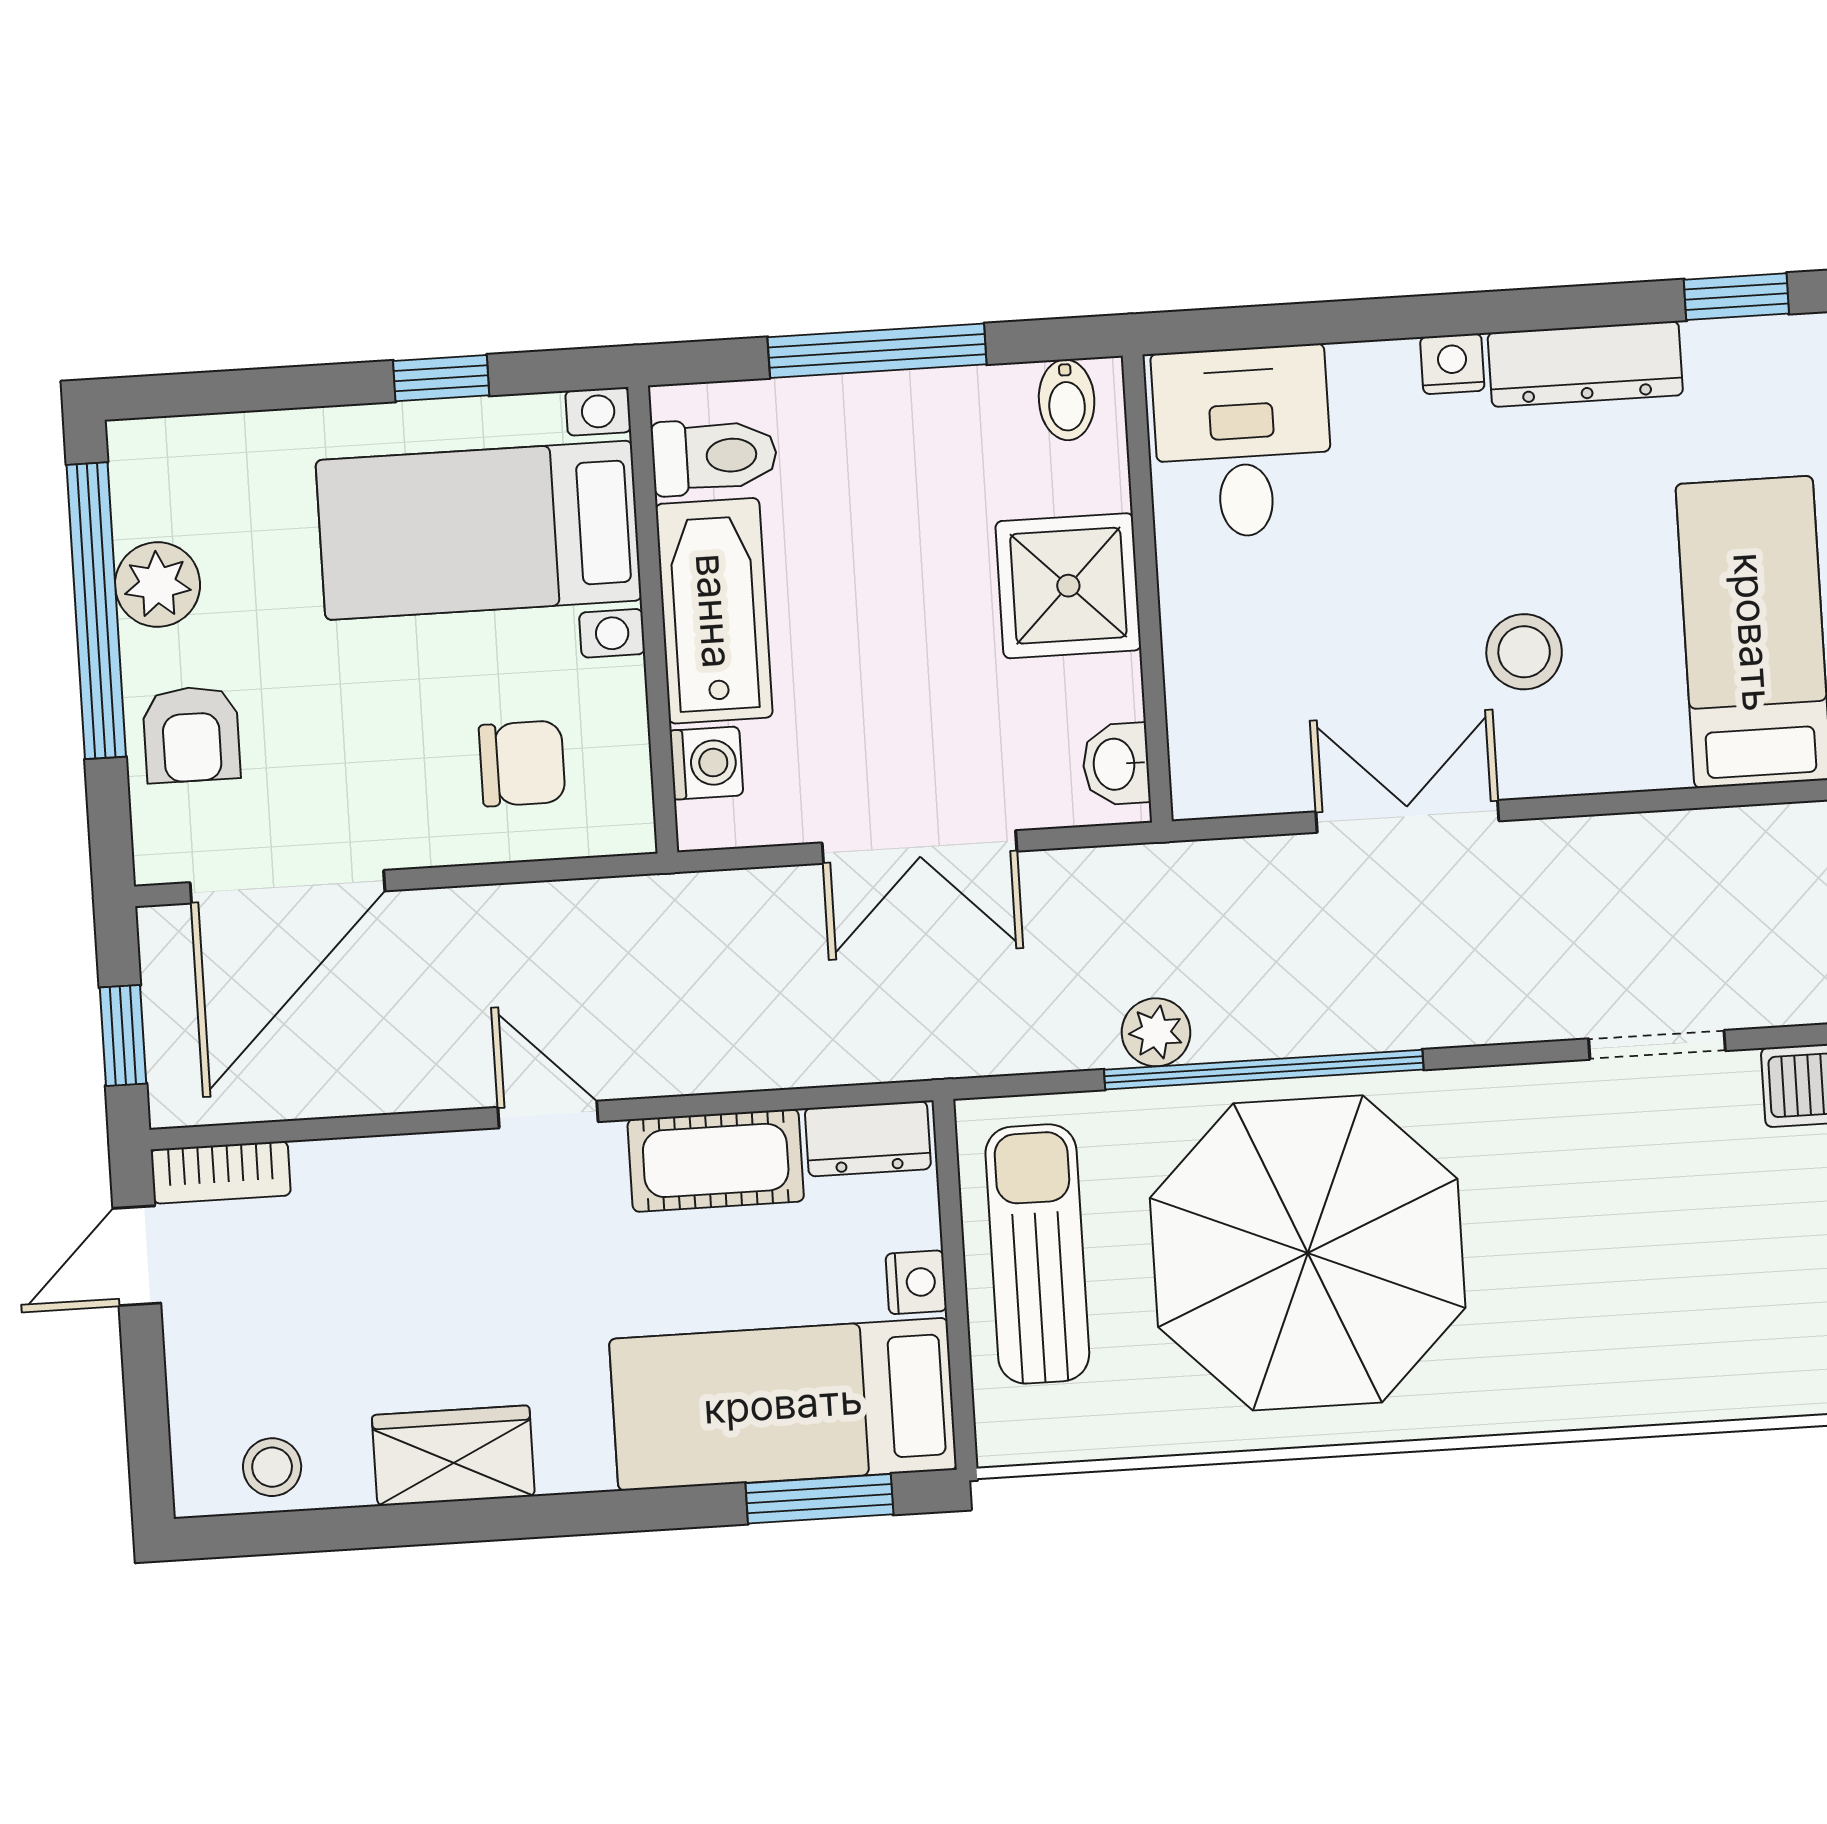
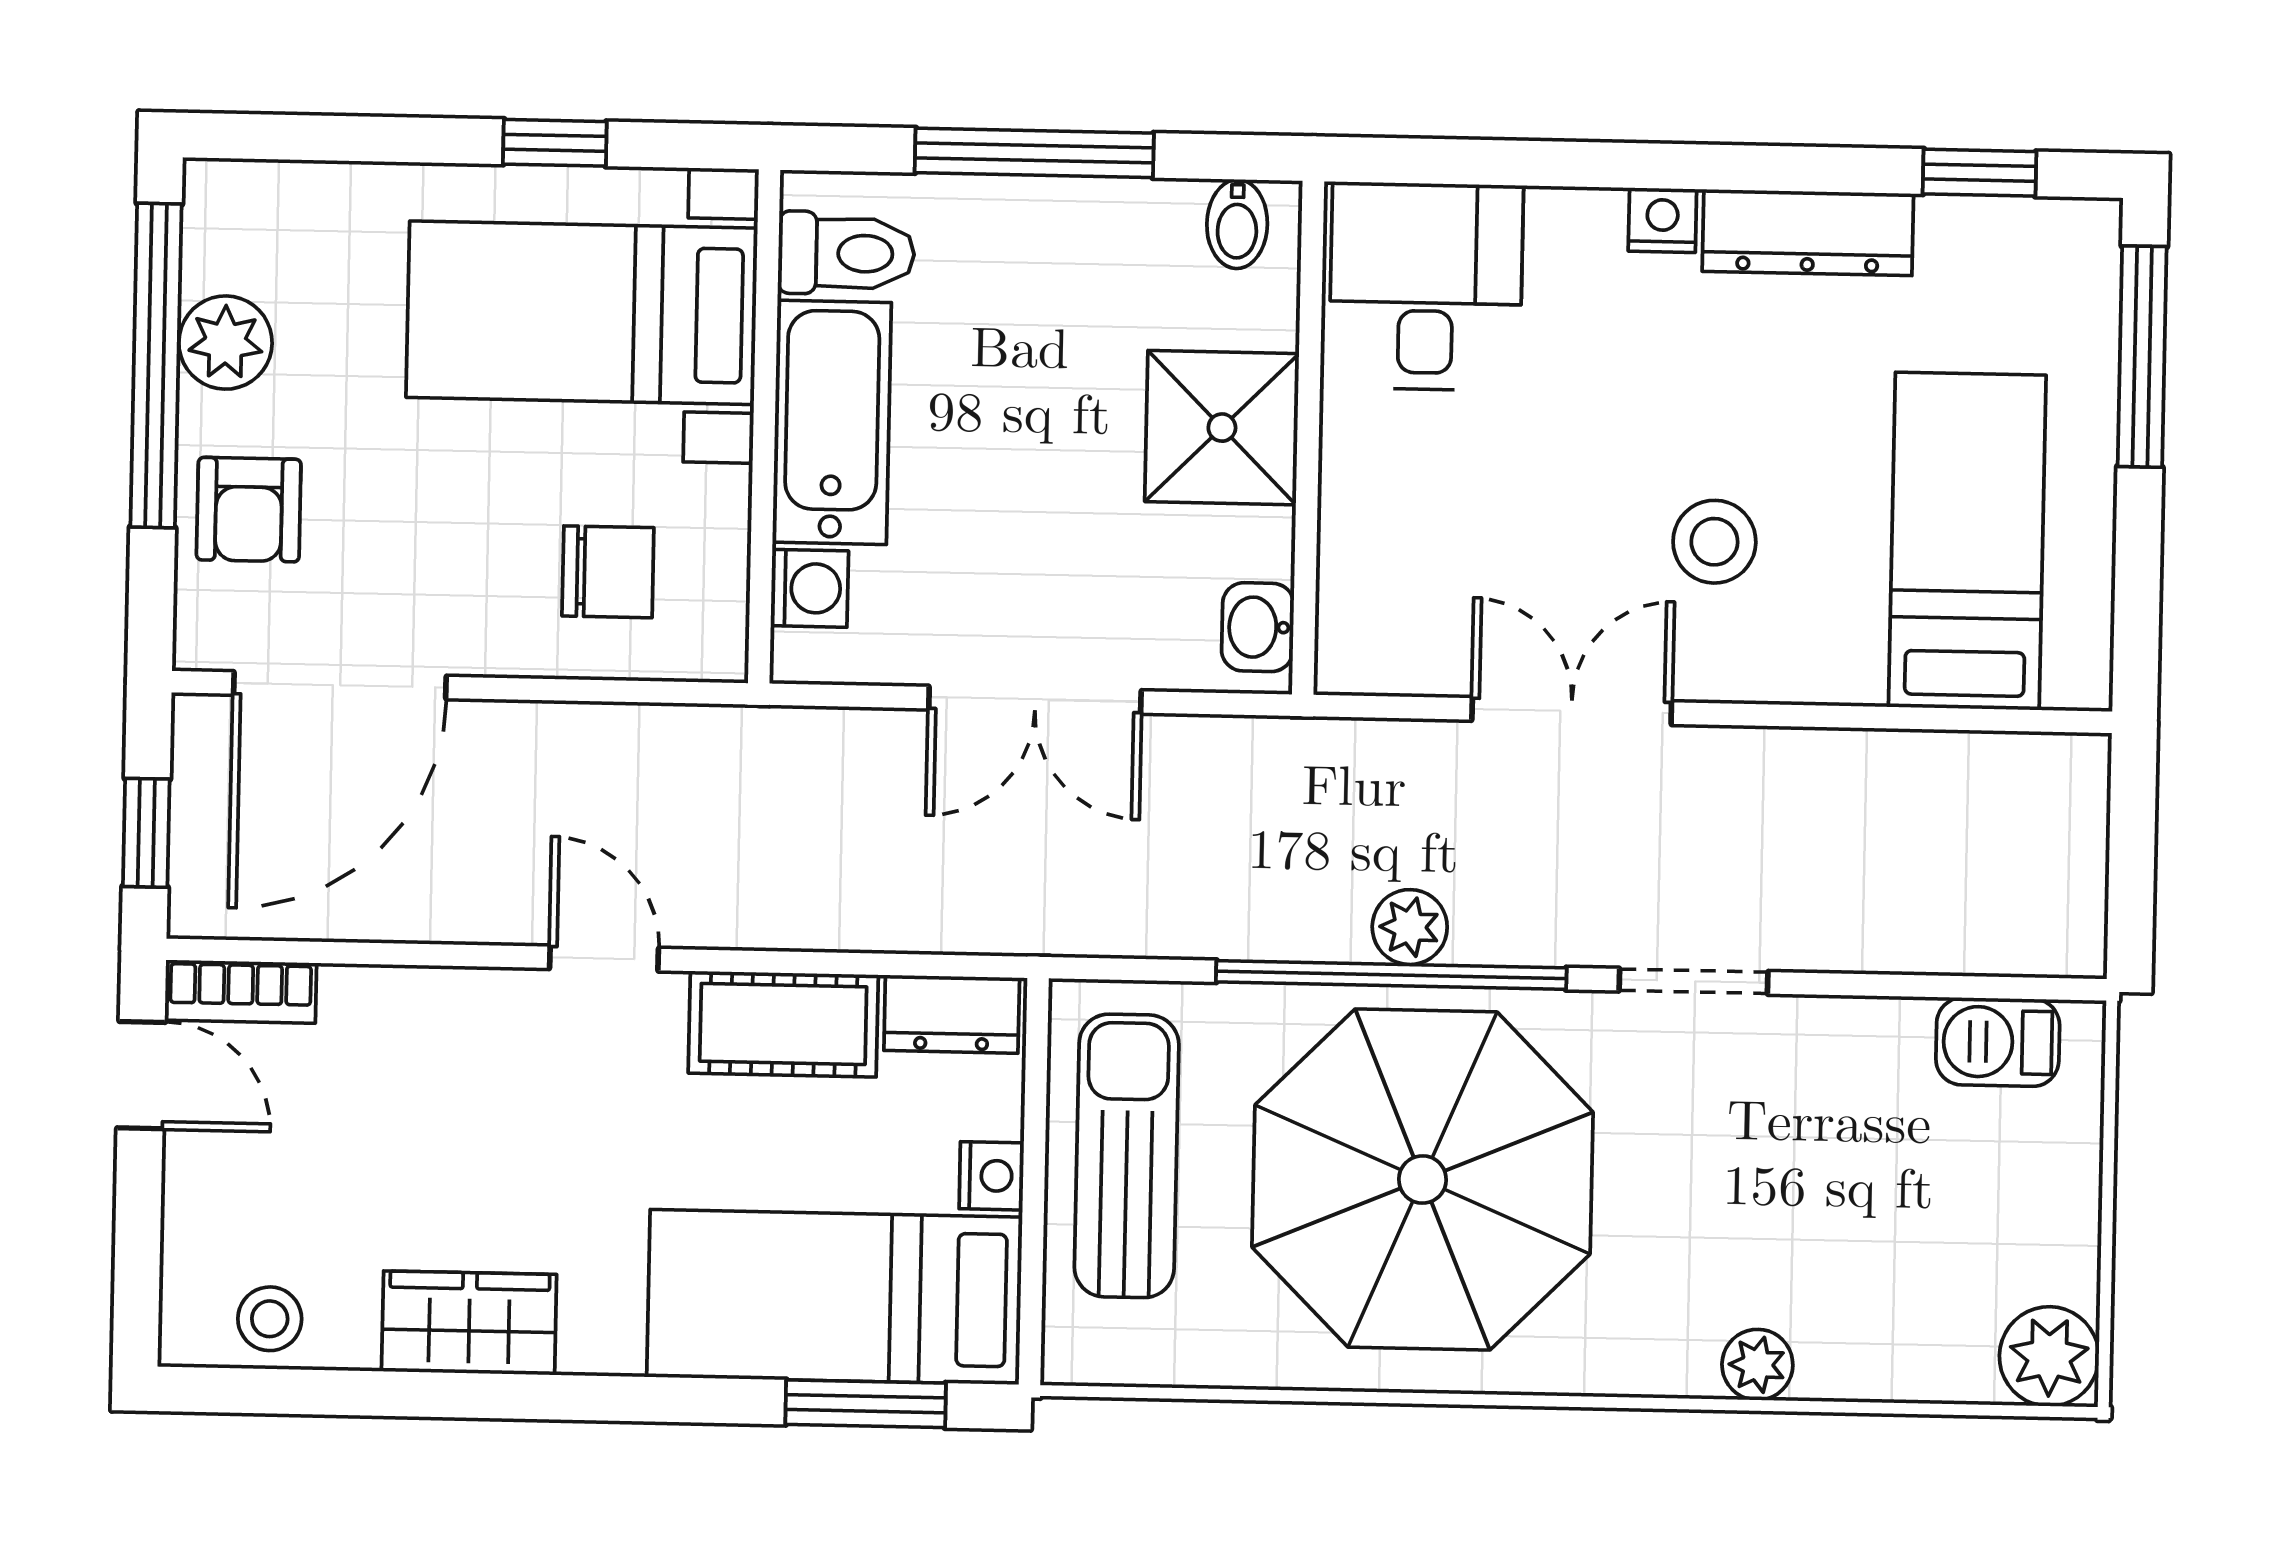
plant: (1156, 1032) -> (1410, 927), moved
doorway: (1657, 1045) -> (1694, 981), moved
door: (137, 1256) -> (141, 1075), swing flipped
plant: (1626, 1395) -> (1757, 1365), added

